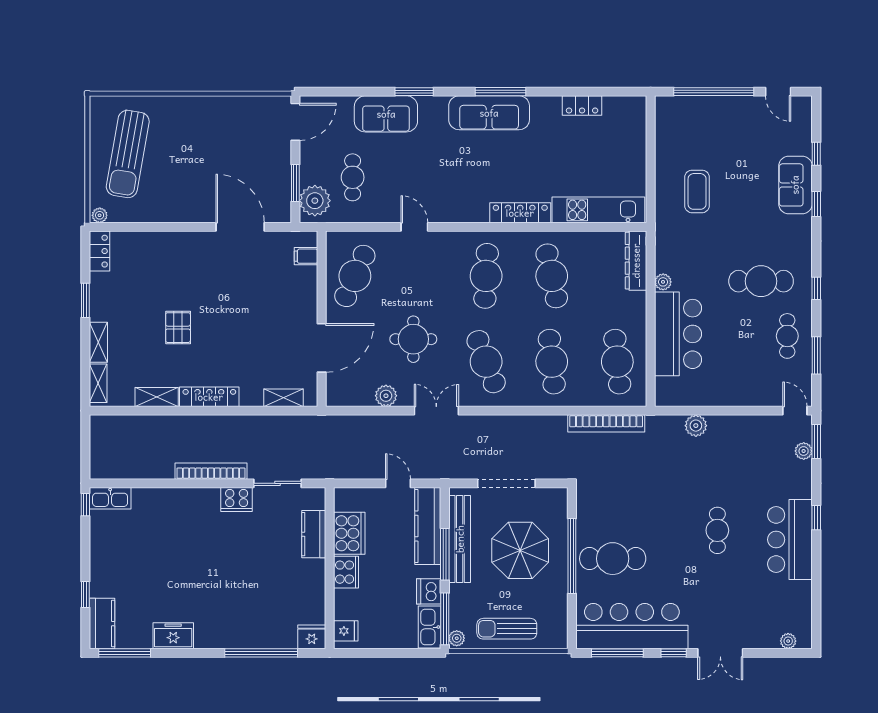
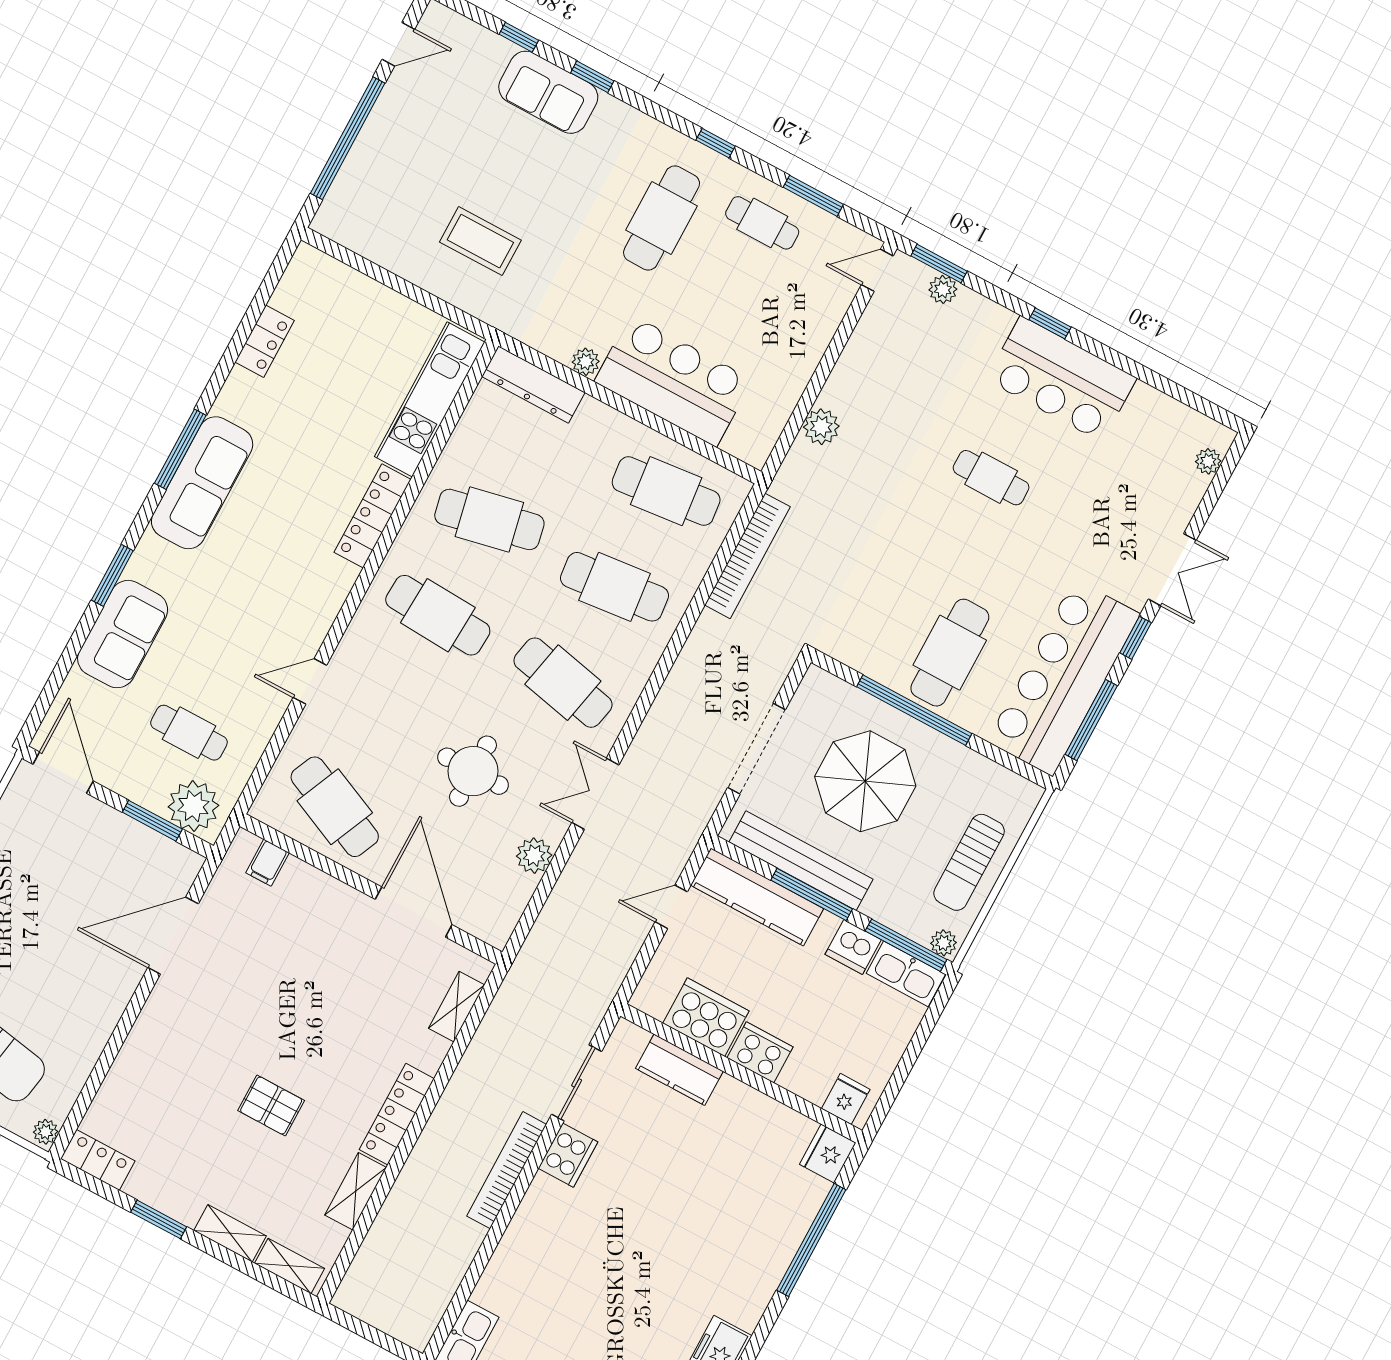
cafe table: (486, 362) -> (563, 683), turned 33

